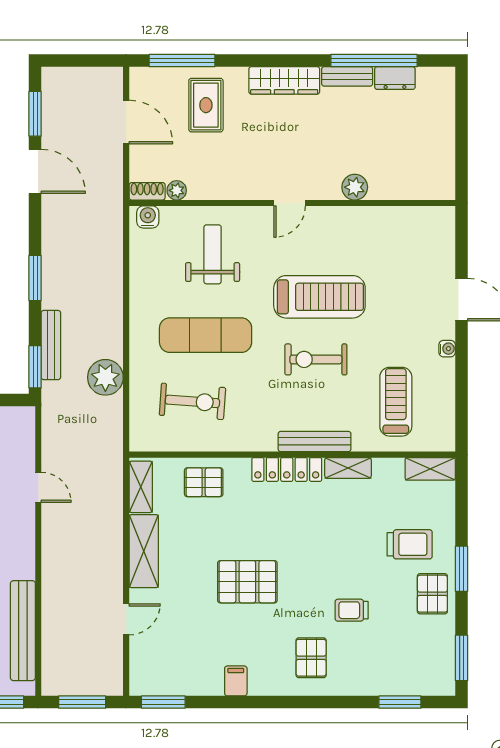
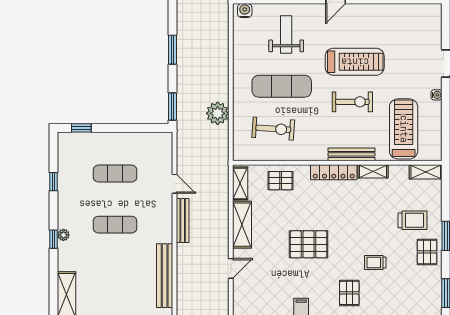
bench: (51, 345) -> (183, 220), moved
exercise bike: (316, 359) -> (352, 102), turned 180
treadmill: (396, 402) -> (404, 129), width x1.37, depth x1.38

